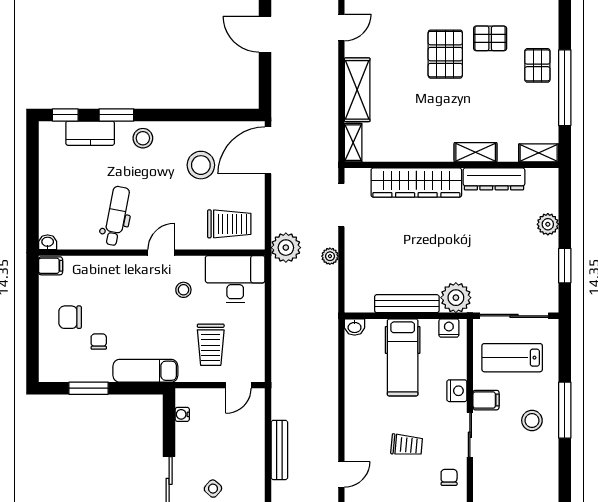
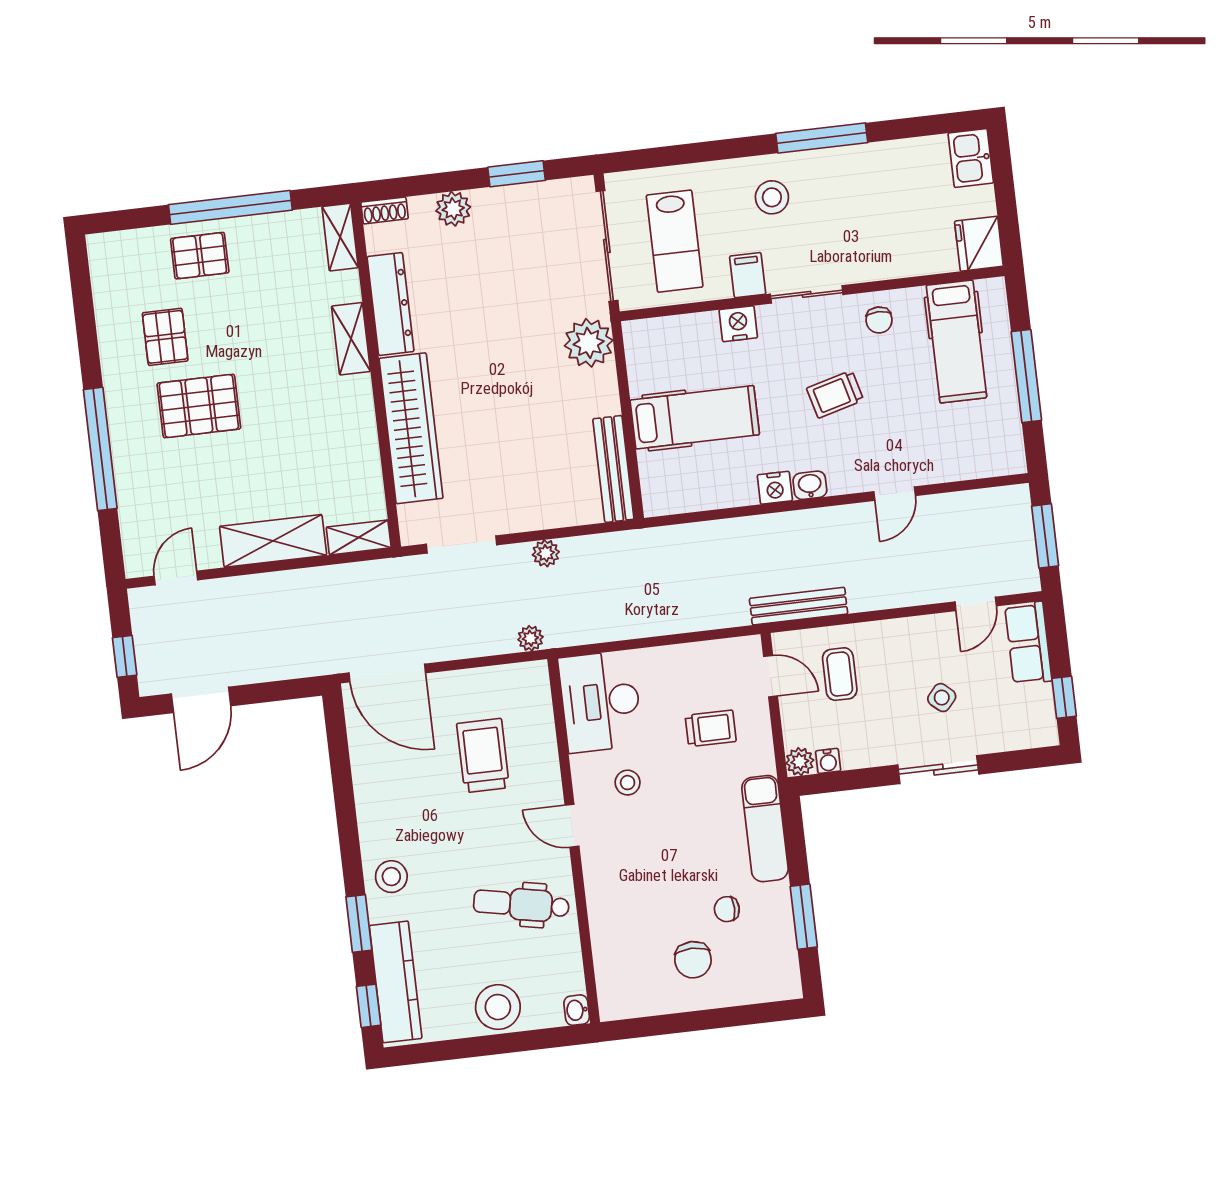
door: (341, 28) -> (176, 578), hinge flipped
kitchen counter: (90, 133) -> (396, 982), width x1.50
stool: (201, 165) -> (498, 1007), moved
shoe rack: (552, 182) -> (385, 210), added
trolley: (229, 224) -> (483, 756), moved
plant: (286, 248) -> (530, 638), width x0.53, depth x0.53
filing cabinet: (51, 266) -> (614, 1001), removed
bench: (407, 304) -> (613, 469), moved
washbasin: (355, 327) -> (810, 485), moved, turned -90
nightstand: (449, 328) -> (775, 488), moved, turned -90
trolley: (211, 345) -> (711, 728), width x0.73, depth x0.72
plant: (184, 397) -> (800, 762), added
window: (565, 410) -> (822, 138), moved
coffee table: (235, 428) -> (840, 674), added
trolley: (407, 445) -> (835, 394), turned -110
bench: (279, 450) -> (799, 606), moved
door: (341, 474) -> (895, 494), swing flipped
chair: (449, 477) -> (879, 320), turned -90

